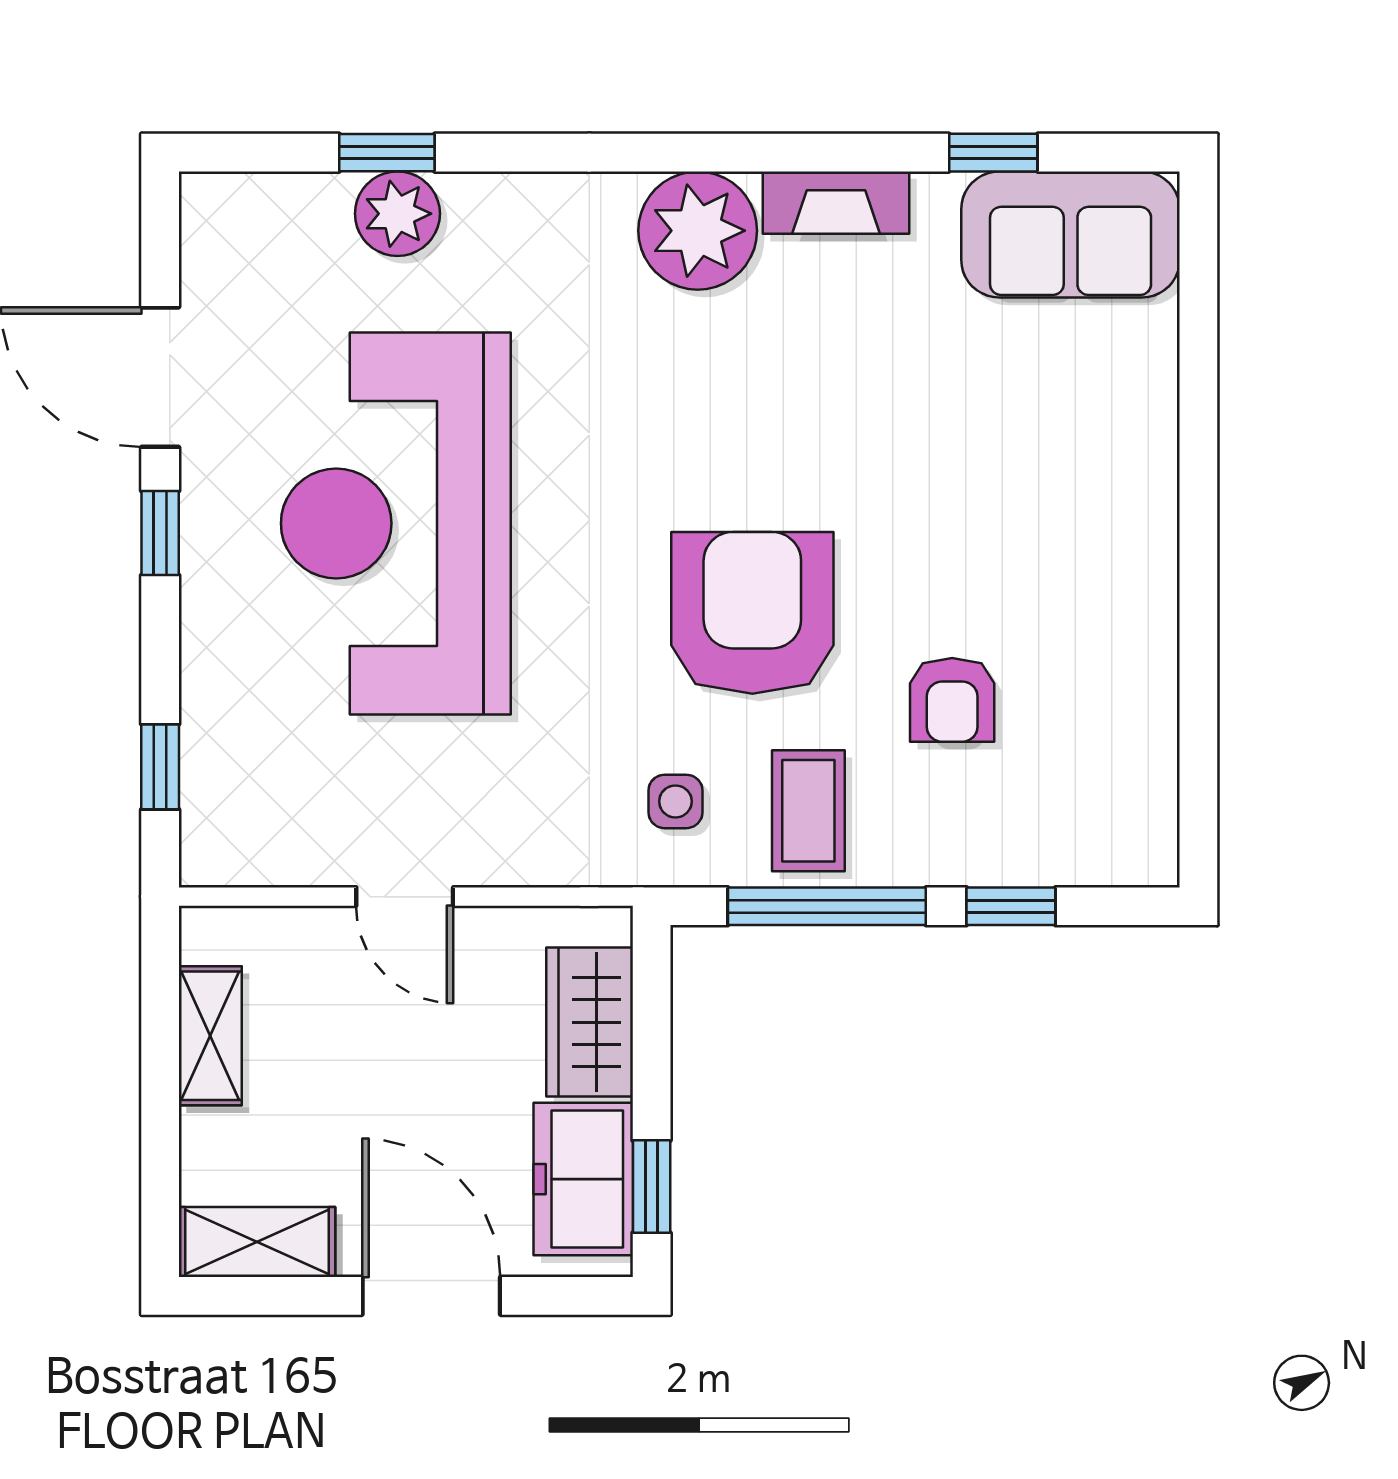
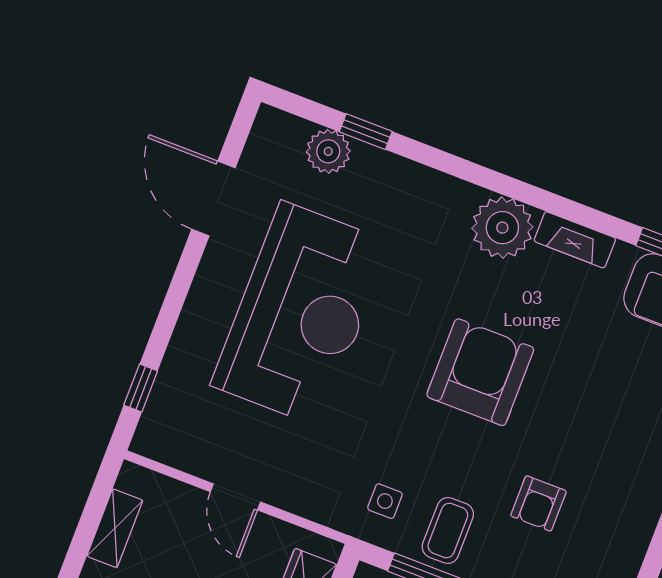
plant: (397, 214) -> (328, 151), moved
reception desk: (396, 523) -> (301, 314), turned 180
window: (160, 533) -> (184, 274), removed
armchair: (752, 613) -> (480, 372), moved

